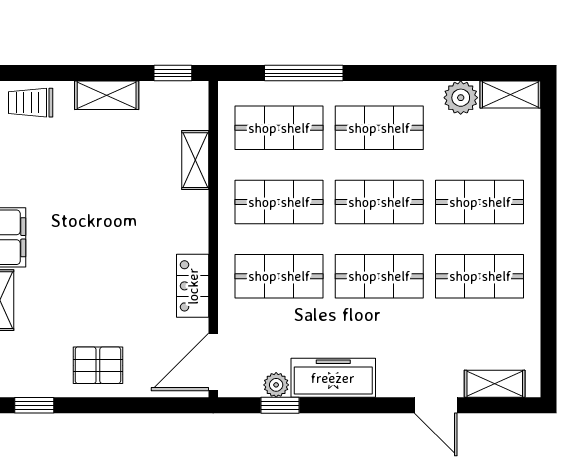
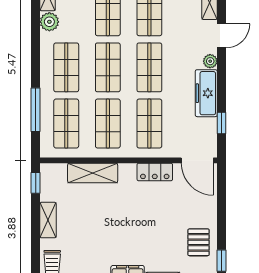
shelving: (195, 160) -> (93, 173), width x1.50, depth x1.33
pallet: (98, 365) -> (199, 242), moved
plant: (276, 385) -> (210, 61), moved

